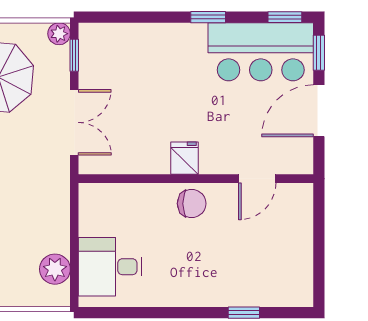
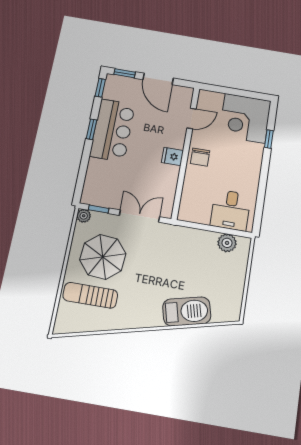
bar counter: (261, 52) -> (112, 130), moved
door: (257, 179) -> (191, 118), hinge flipped
chair: (192, 204) -> (200, 157), turned 180
corner desk: (274, 268) -> (245, 118), added

